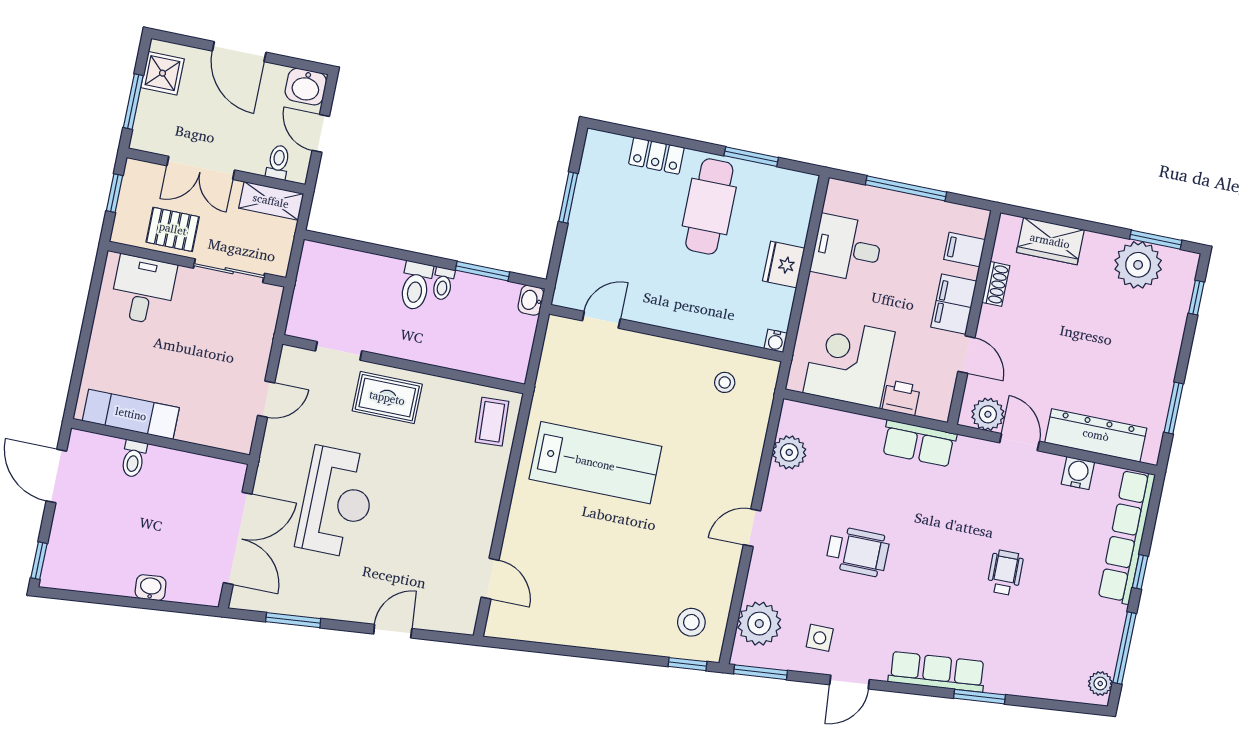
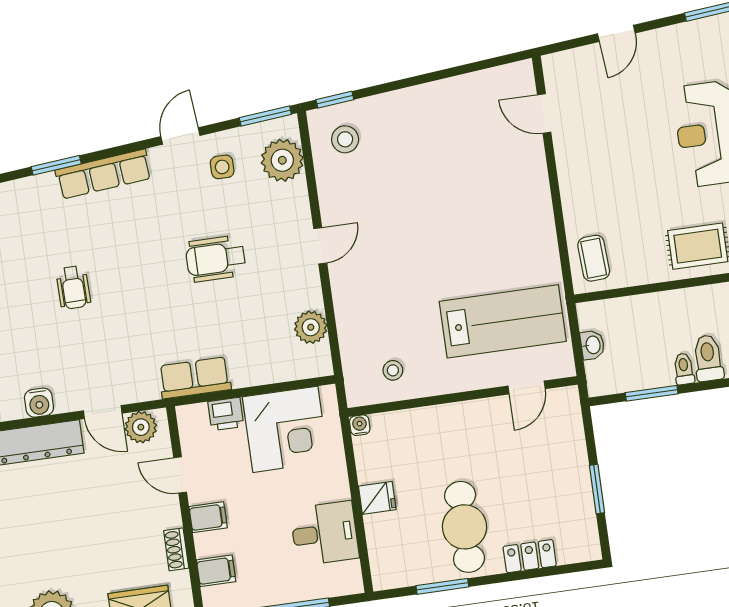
fridge: (784, 265) -> (377, 498), width x0.72
washbasin: (531, 300) -> (592, 345), moved
filing cabinet: (954, 304) -> (208, 517), width x0.50
lab bench: (595, 463) -> (503, 321), moved, turned 180

